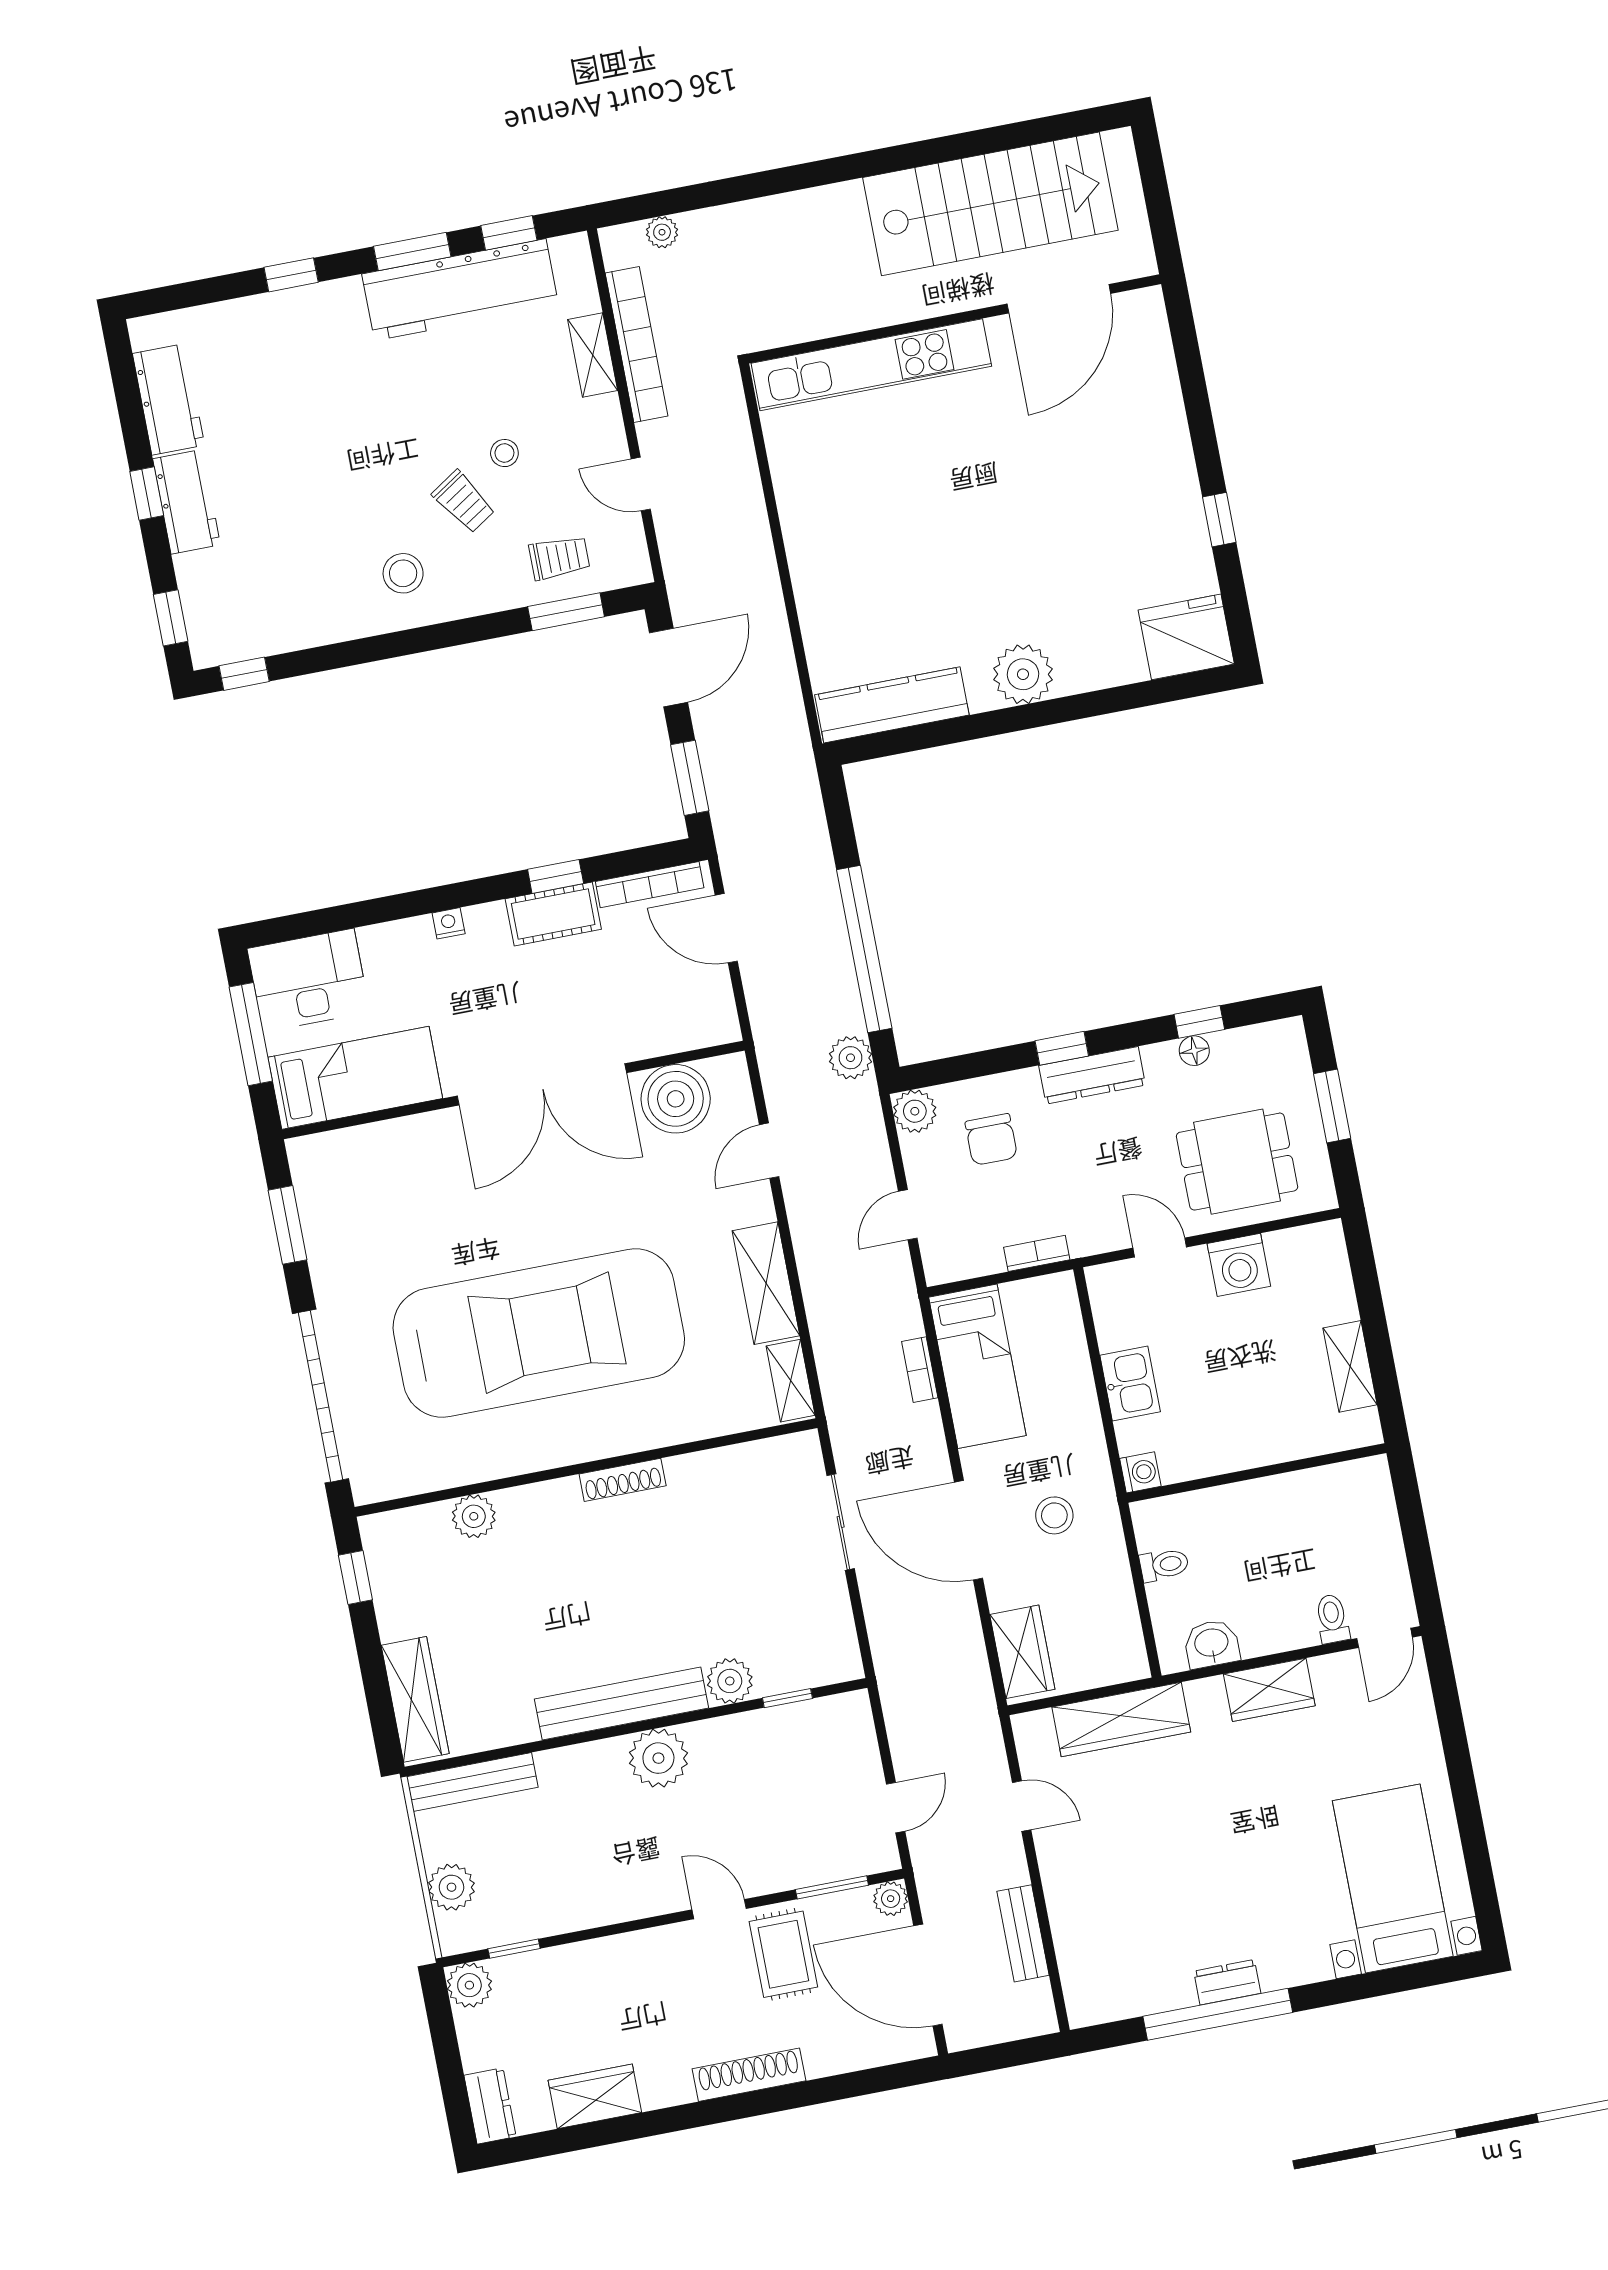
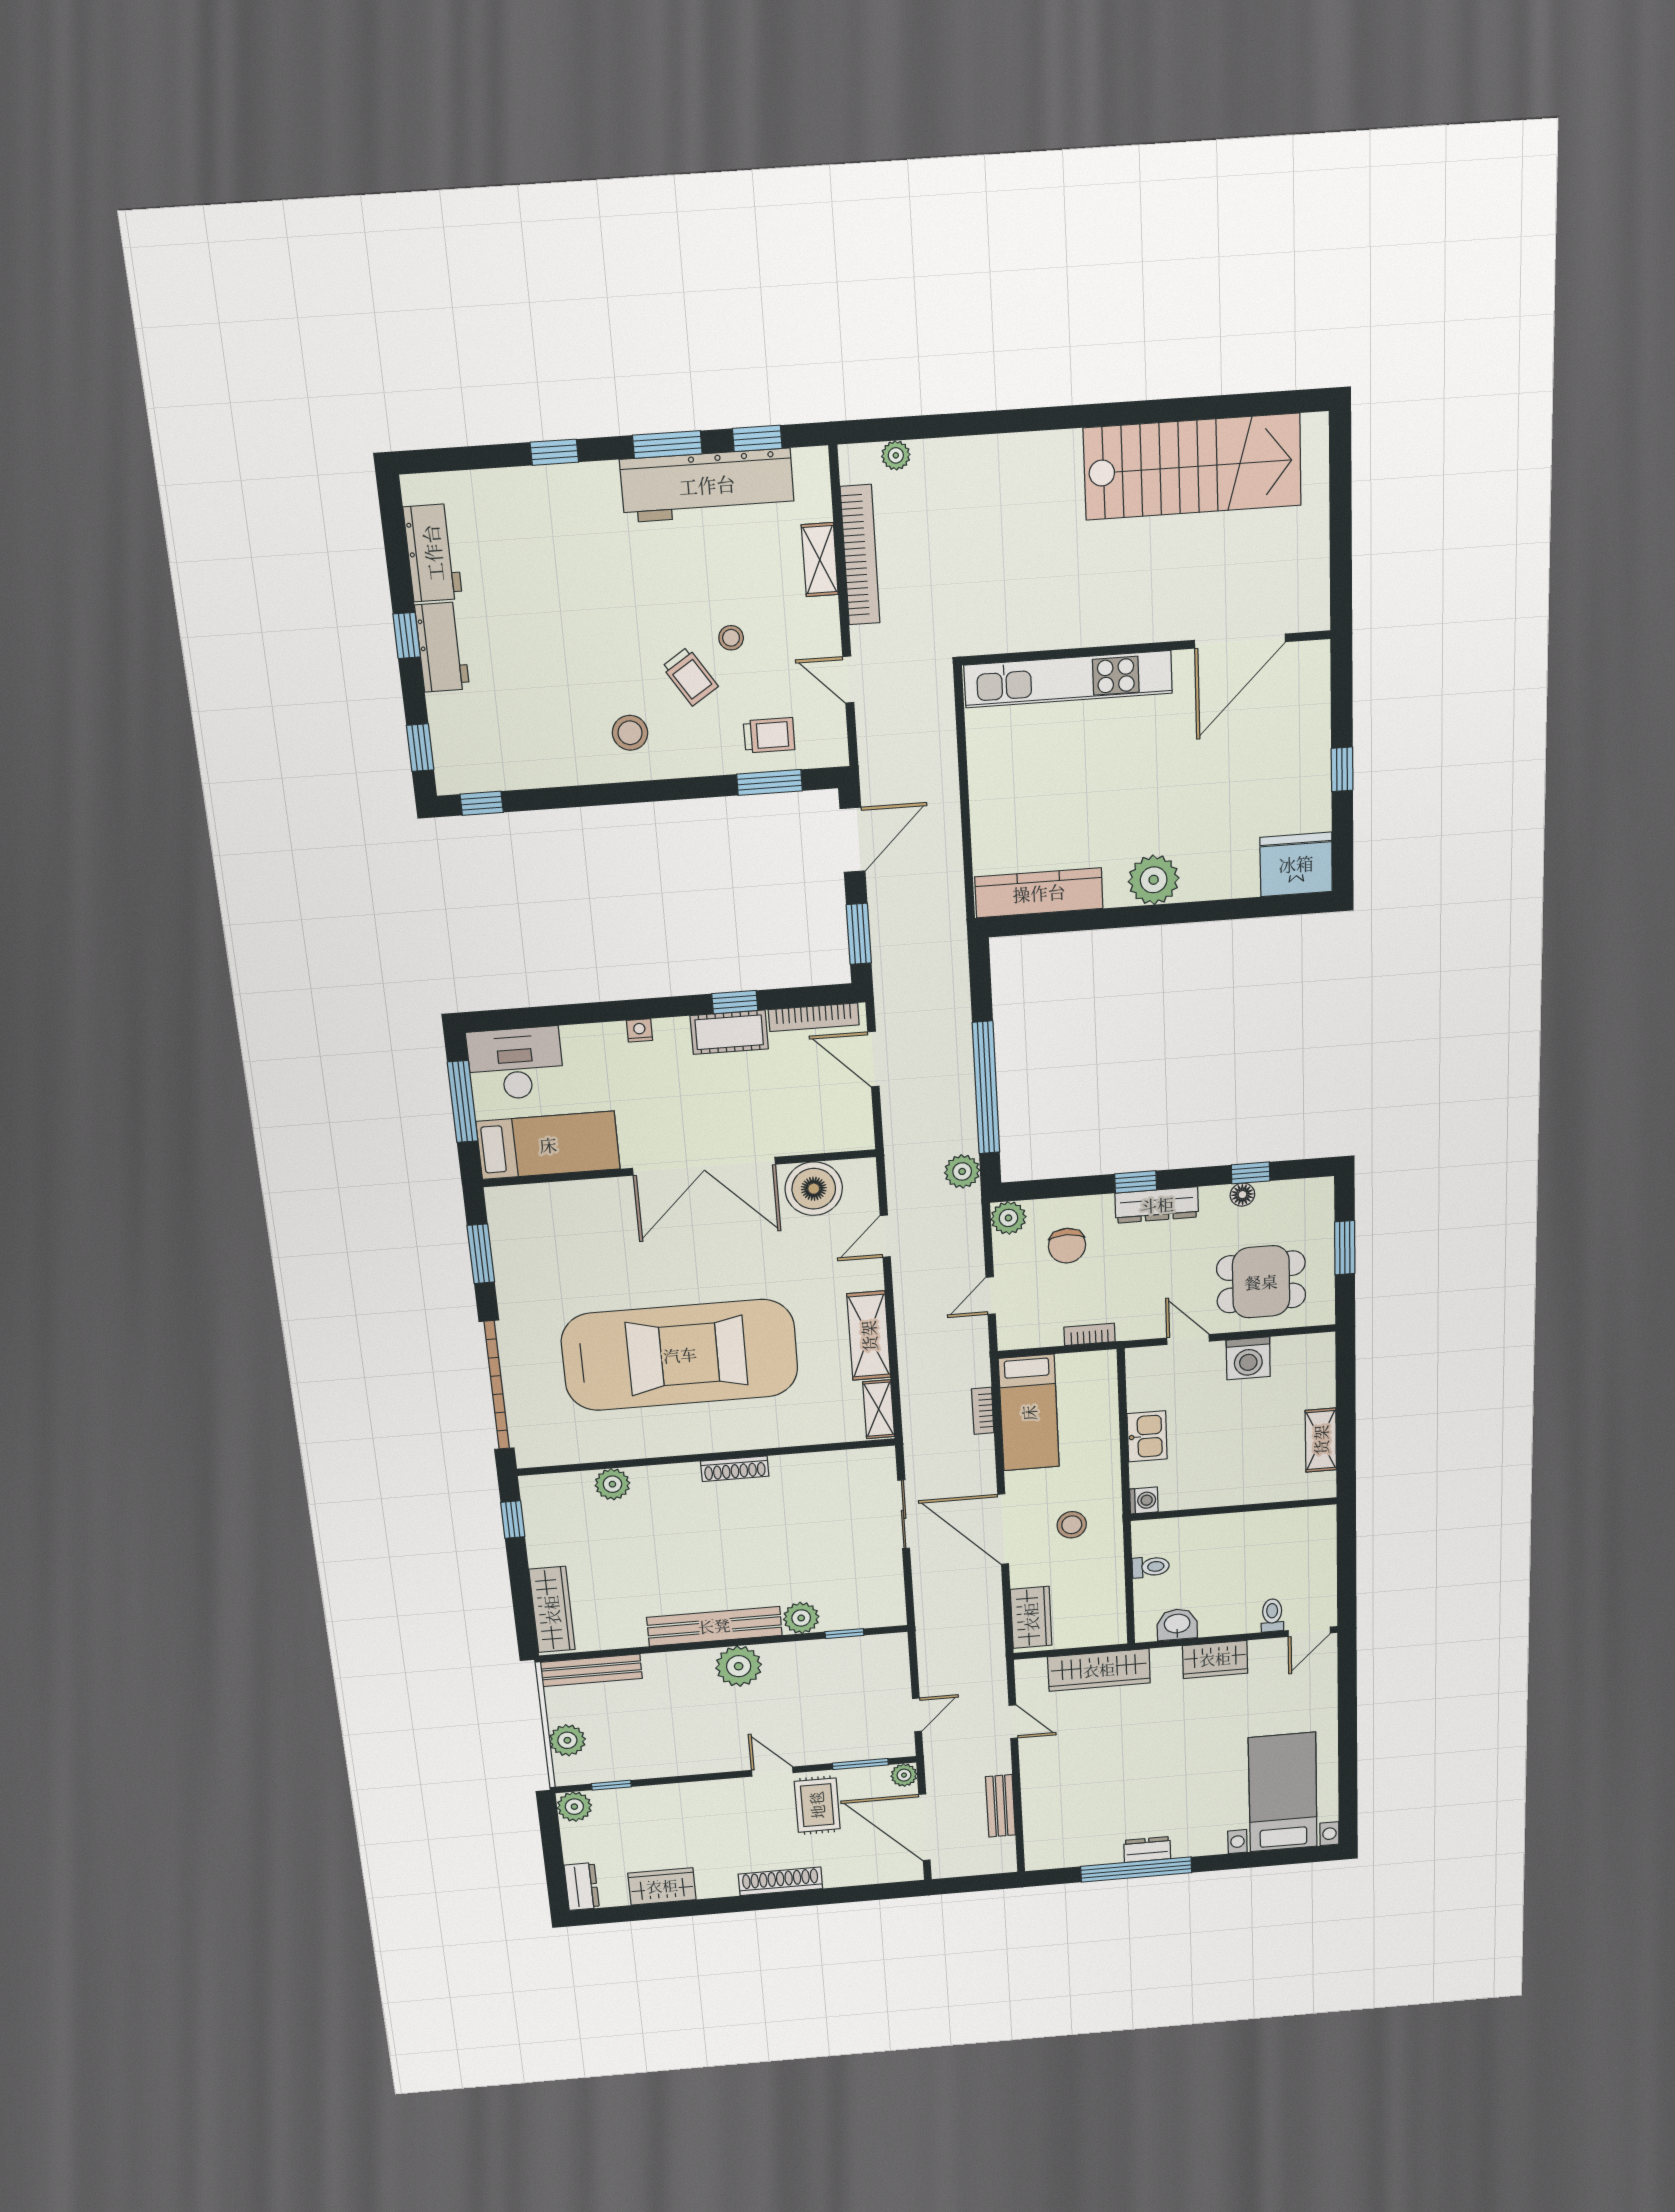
door: (1059, 299) -> (1240, 641), moved
wall: (954, 319) -> (1146, 648), moved
kitchen unit: (871, 365) -> (1068, 679), moved

